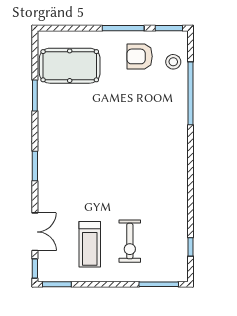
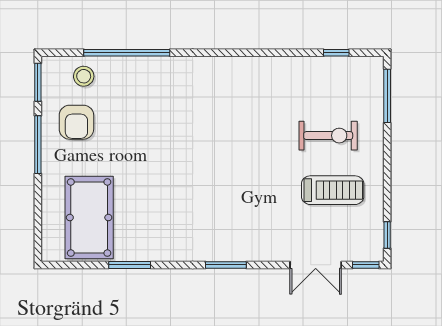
double door: (35, 232) -> (316, 265), swing flipped
window: (57, 284) -> (387, 235), width x0.67

